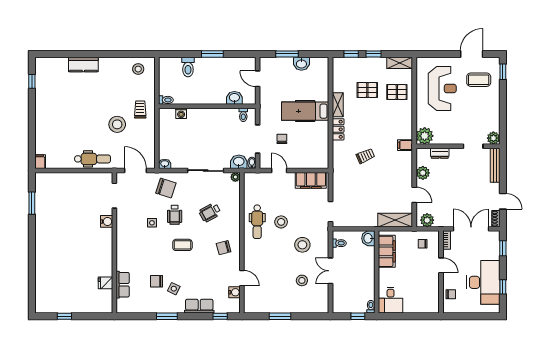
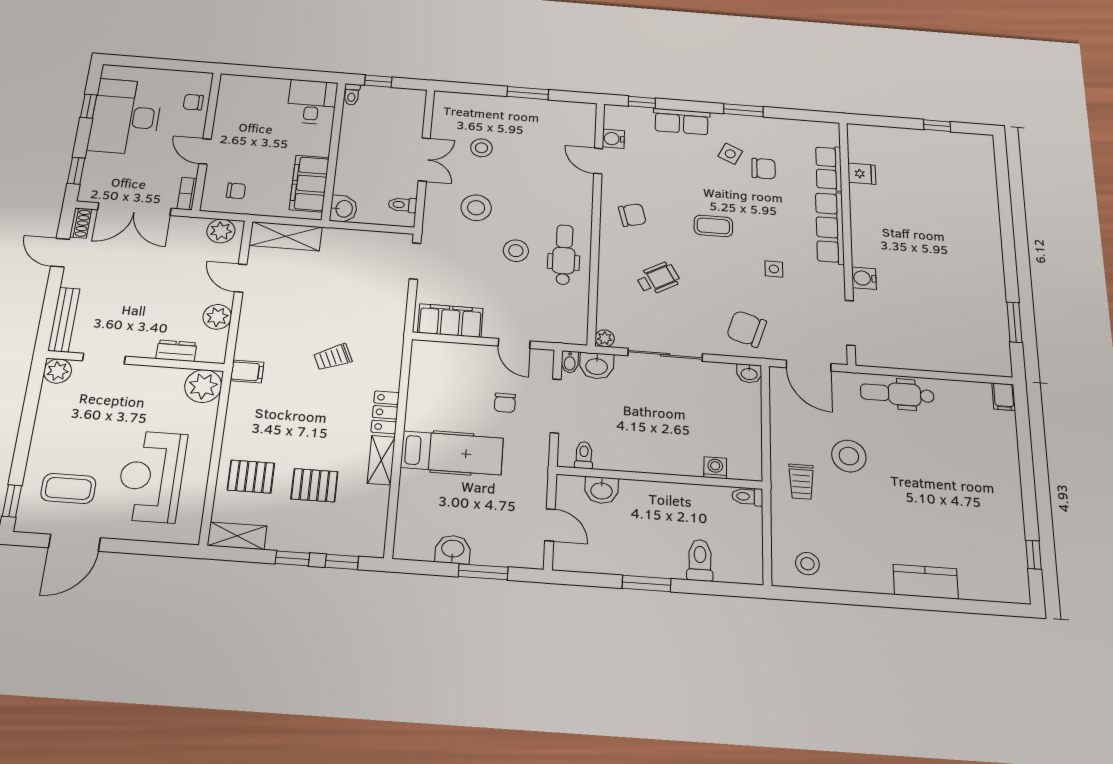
wheelchair: (175, 215) -> (729, 280), removed
row of seats: (123, 249) -> (830, 228), added

